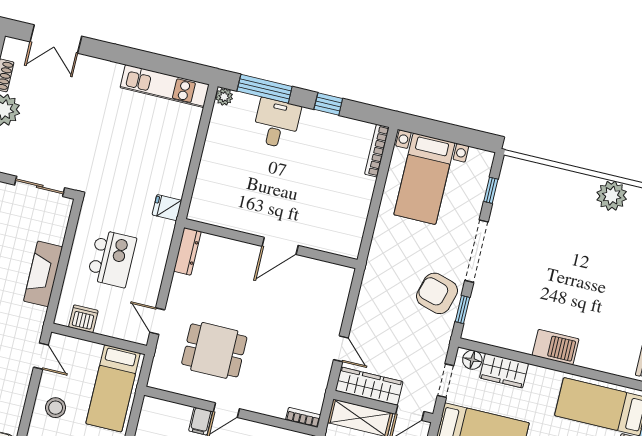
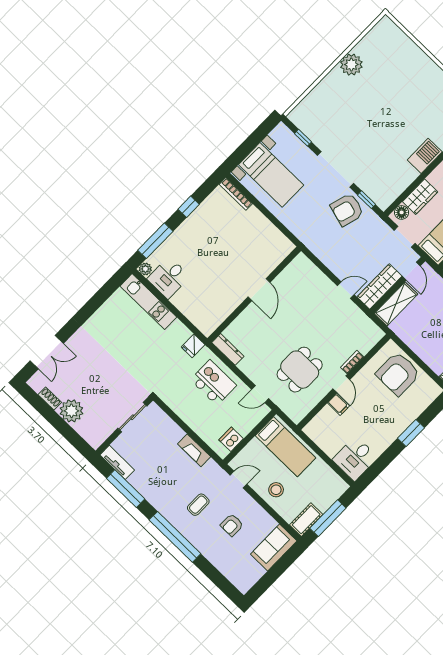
kitchen unit: (165, 86) -> (148, 302), moved, turned 90
desk: (276, 123) -> (169, 278), moved, turned -90
kitchen island: (112, 259) -> (213, 383), moved
fireplace: (43, 274) -> (194, 450), width x0.73, depth x0.76
bookcase: (303, 417) -> (352, 362), moved

